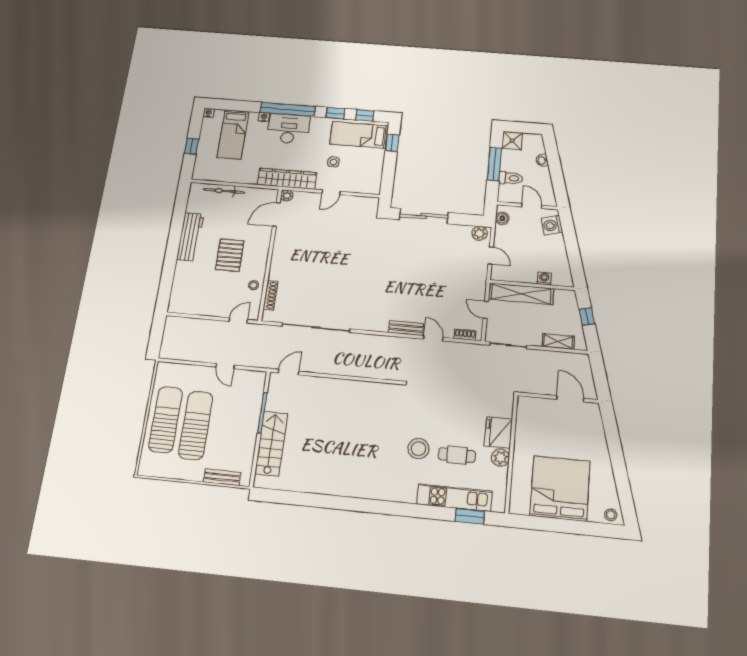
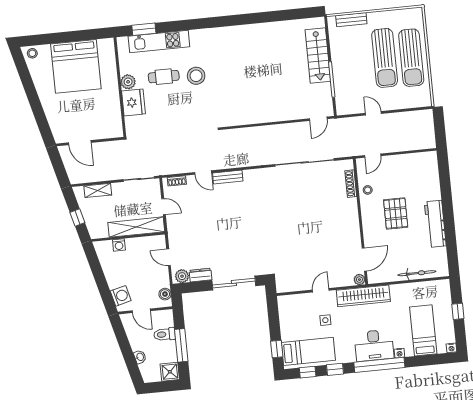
dresser: (459, 231) -> (201, 275), added

